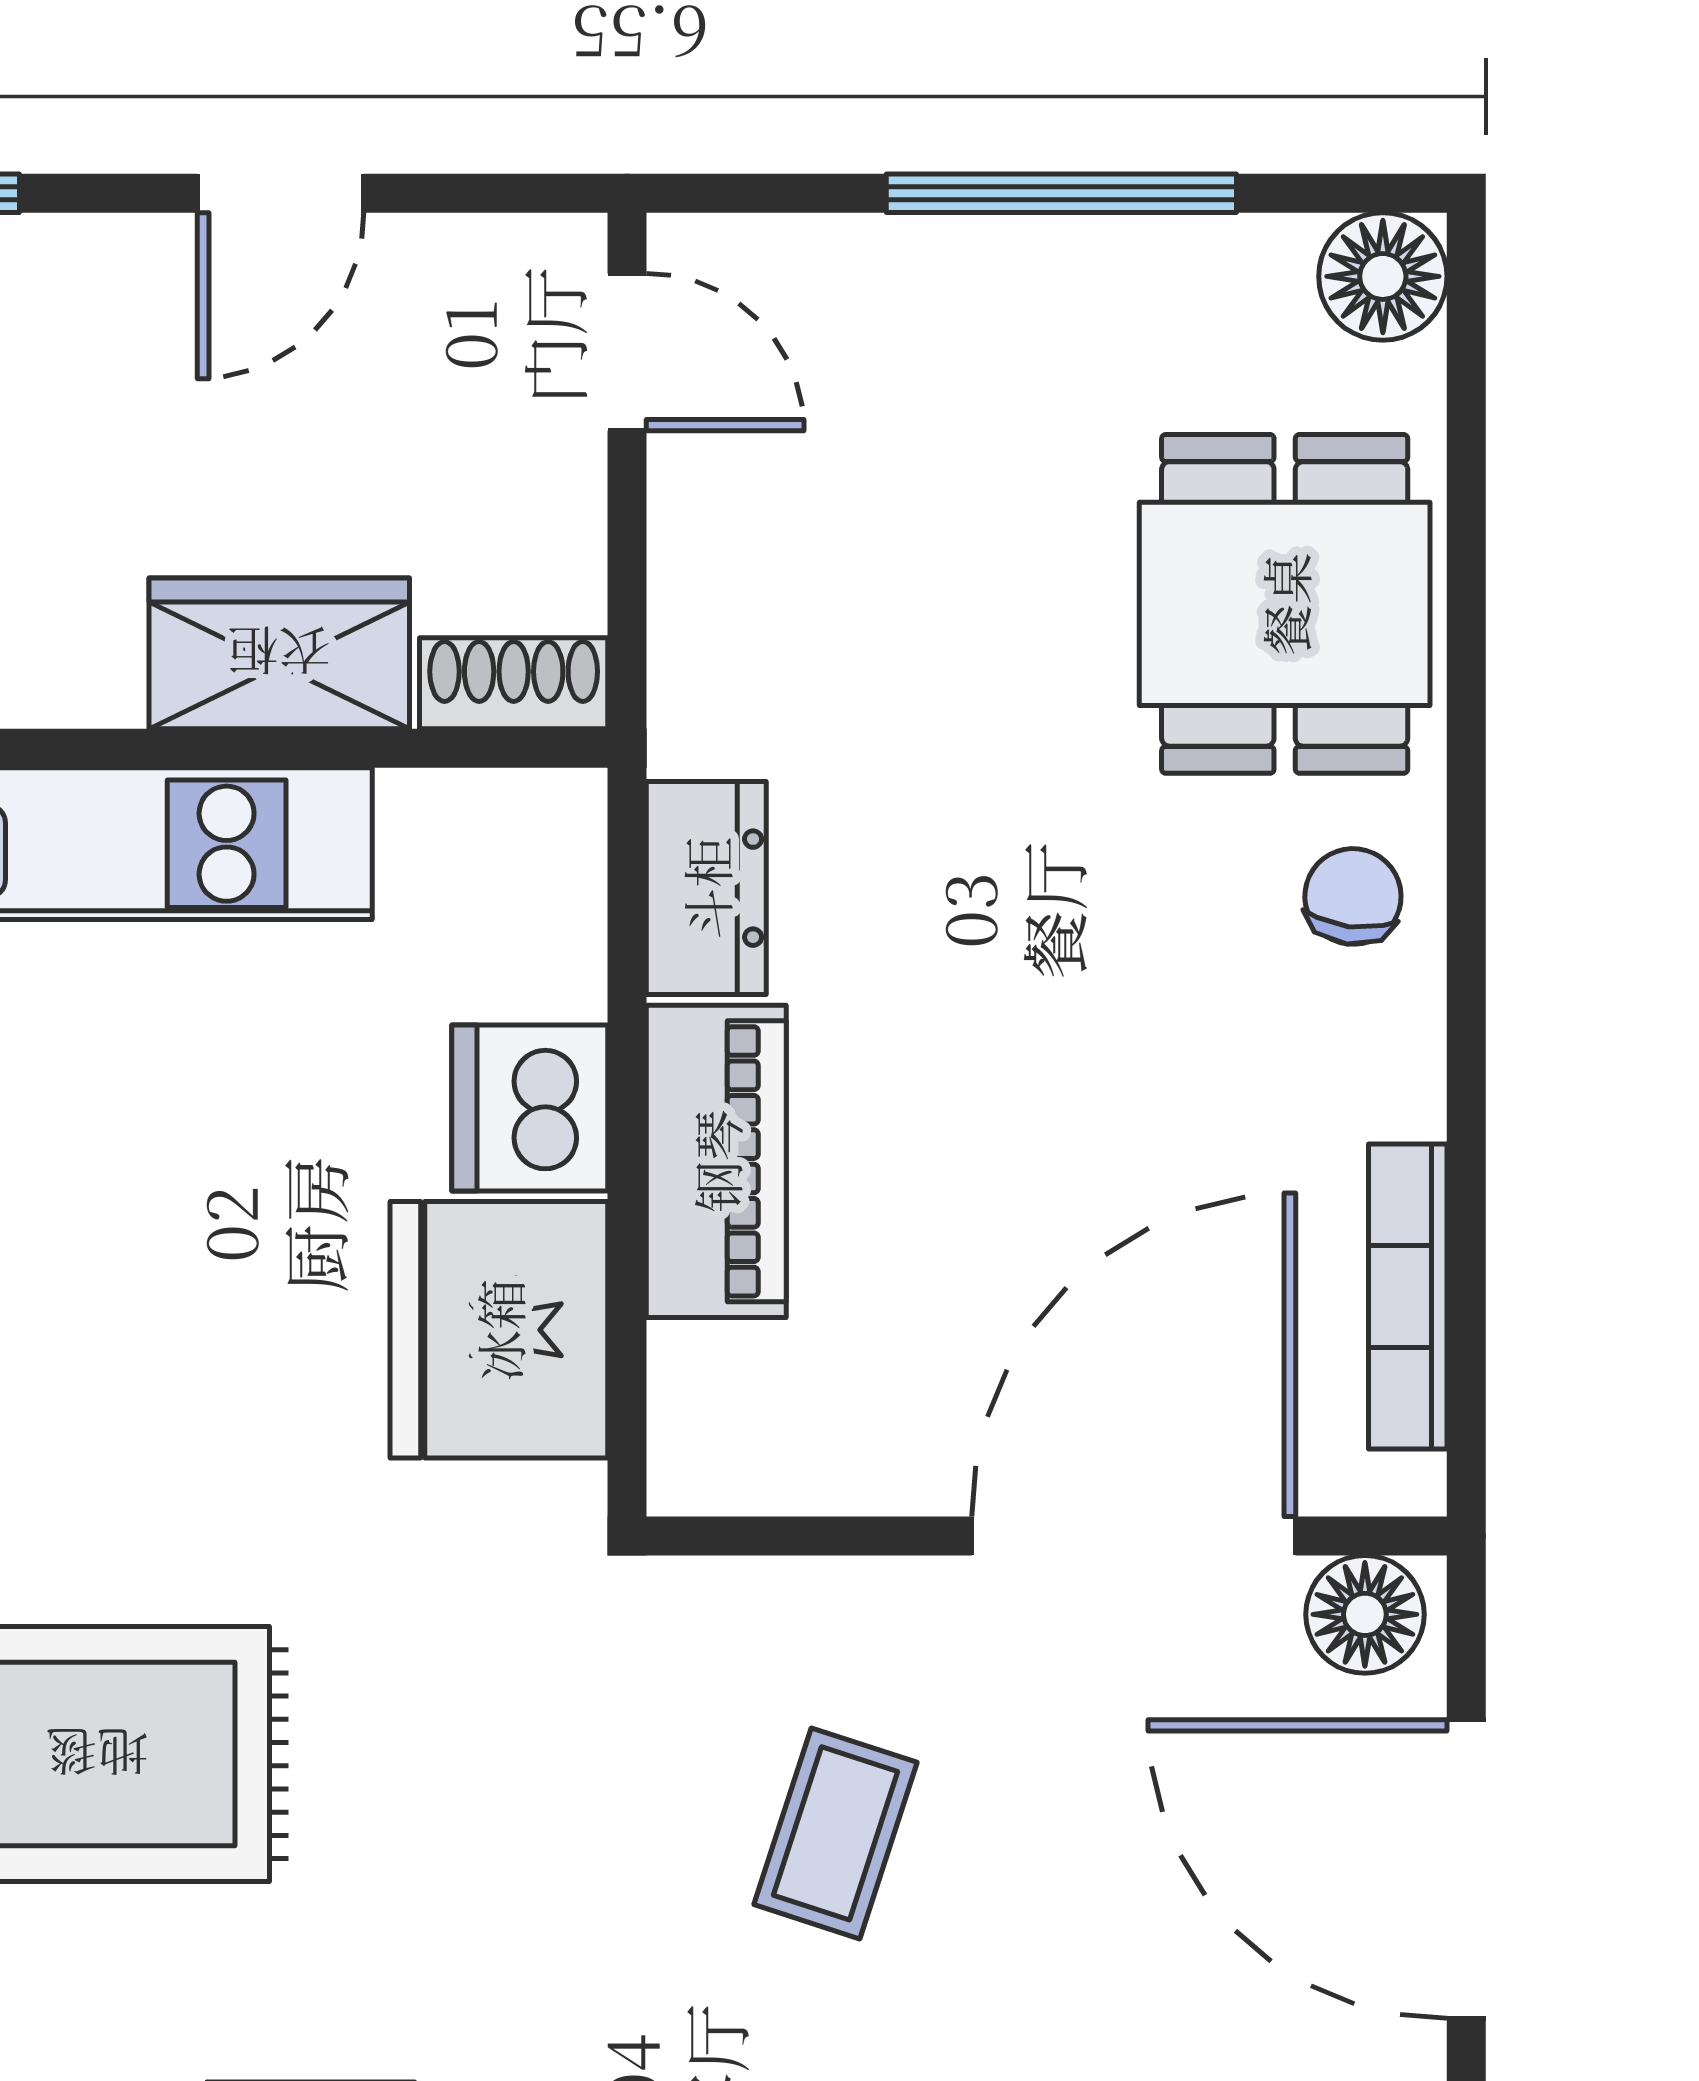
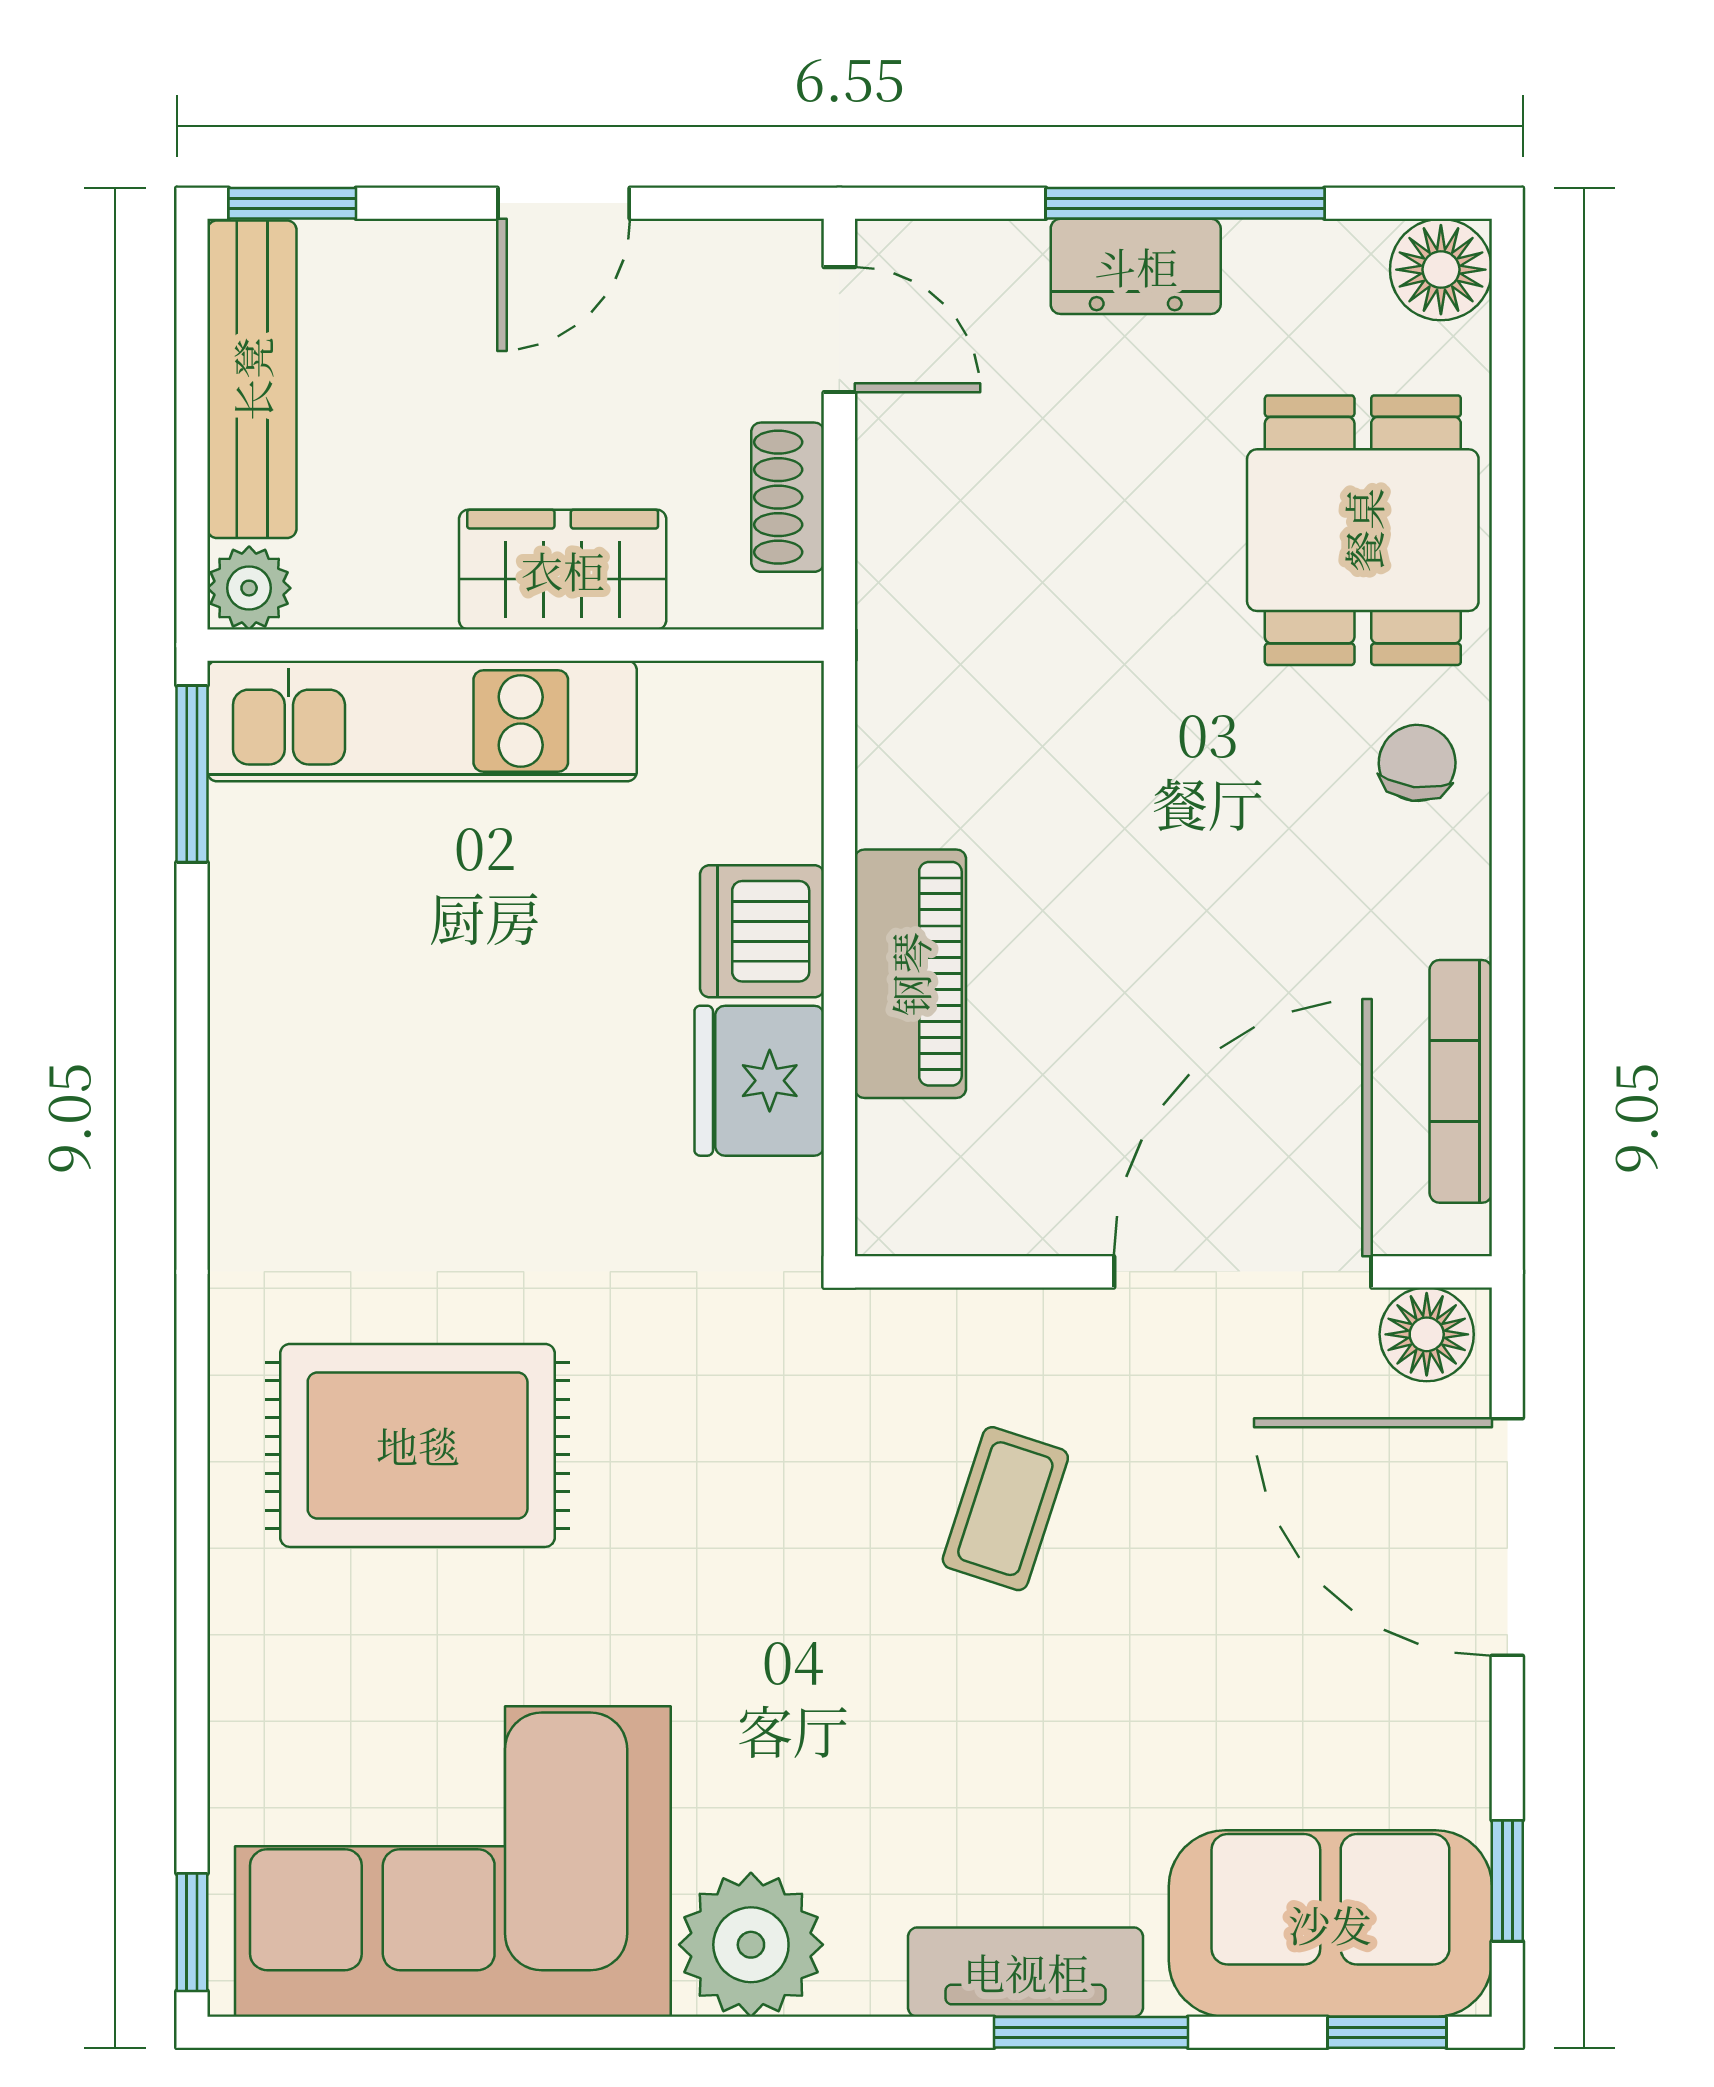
shoe rack: (514, 683) -> (788, 497), moved, turned -90
dresser: (706, 888) -> (1136, 266), moved, turned 90
fridge: (499, 1330) -> (759, 1081), width x0.73, depth x0.75

